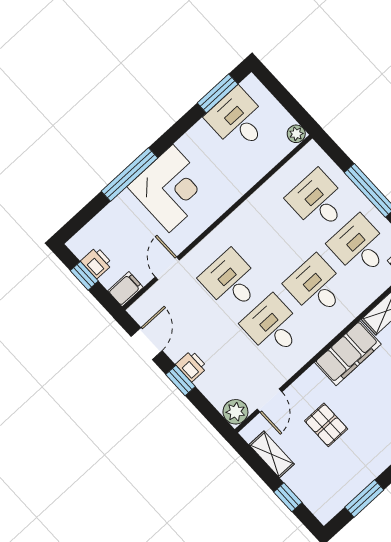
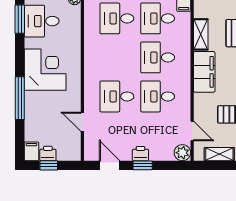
corner desk: (171, 188) -> (45, 70), moved
filing cabinet: (125, 289) -> (31, 151), moved

